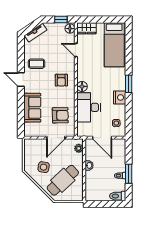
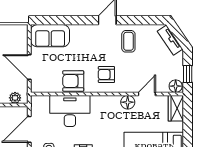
floor lamp: (82, 86) -> (128, 102), moved
sofa: (32, 108) -> (50, 36), moved
armchair: (60, 115) -> (73, 81), moved, turned 91

